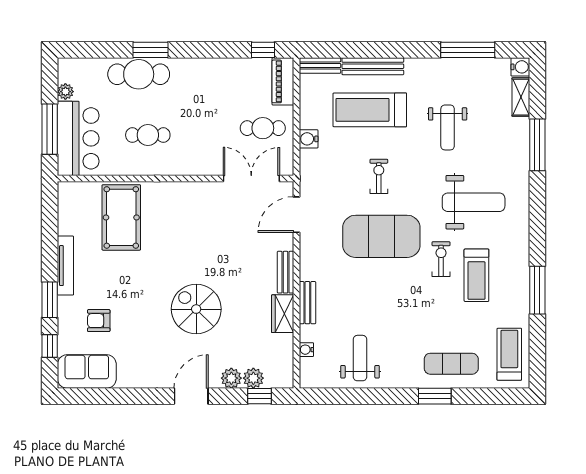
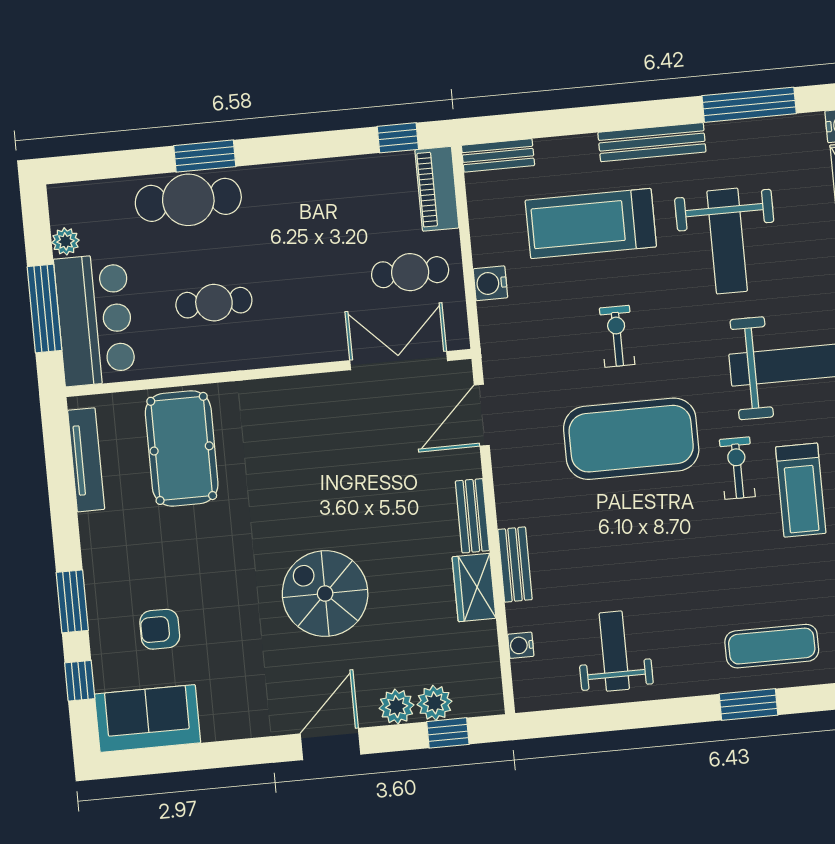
bench: (373, 66) -> (652, 142), moved
weight bench: (448, 127) -> (727, 241), width x1.36, depth x1.33
tv unit: (65, 266) -> (86, 460), moved

